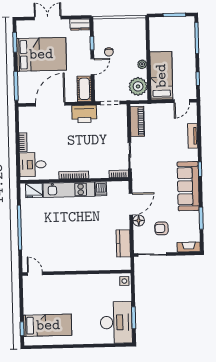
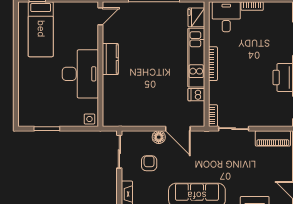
kitchen counter: (123, 243) -> (110, 59), moved, turned 90
desk: (116, 322) -> (80, 74), moved, turned -90

